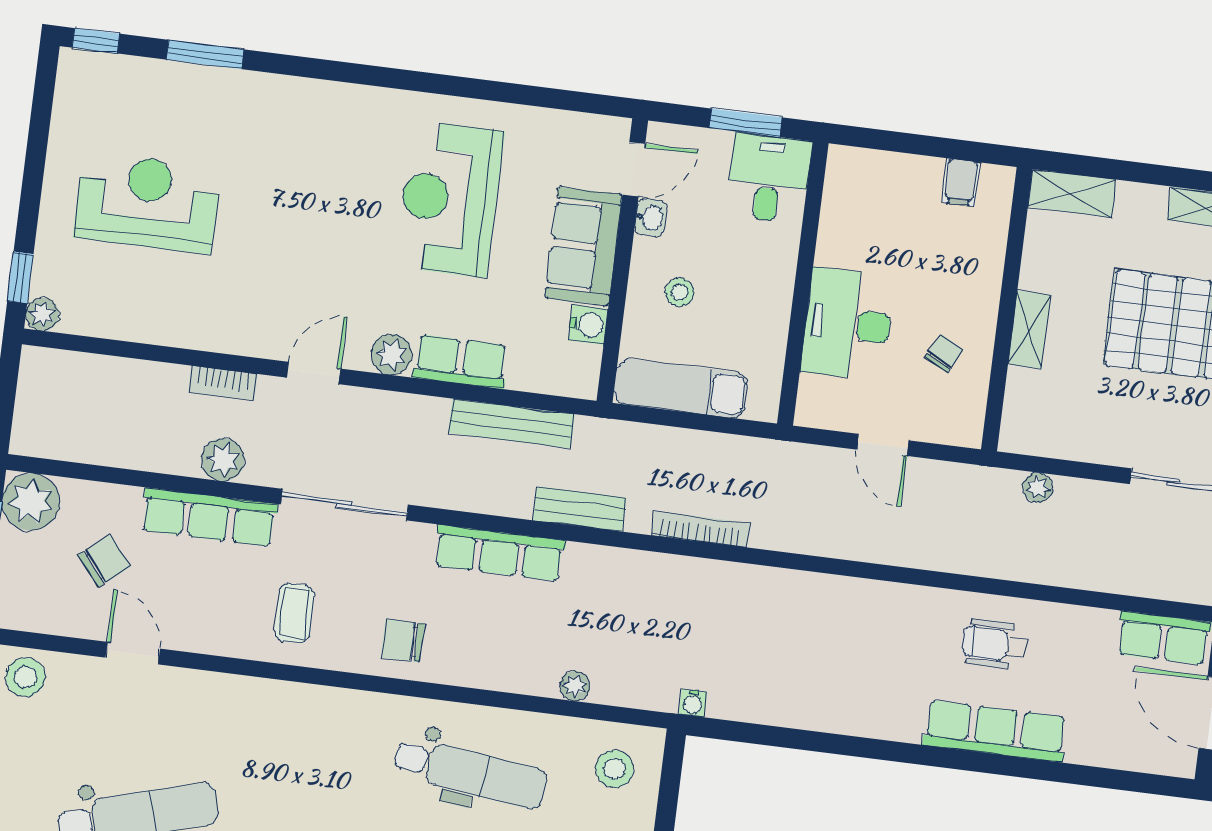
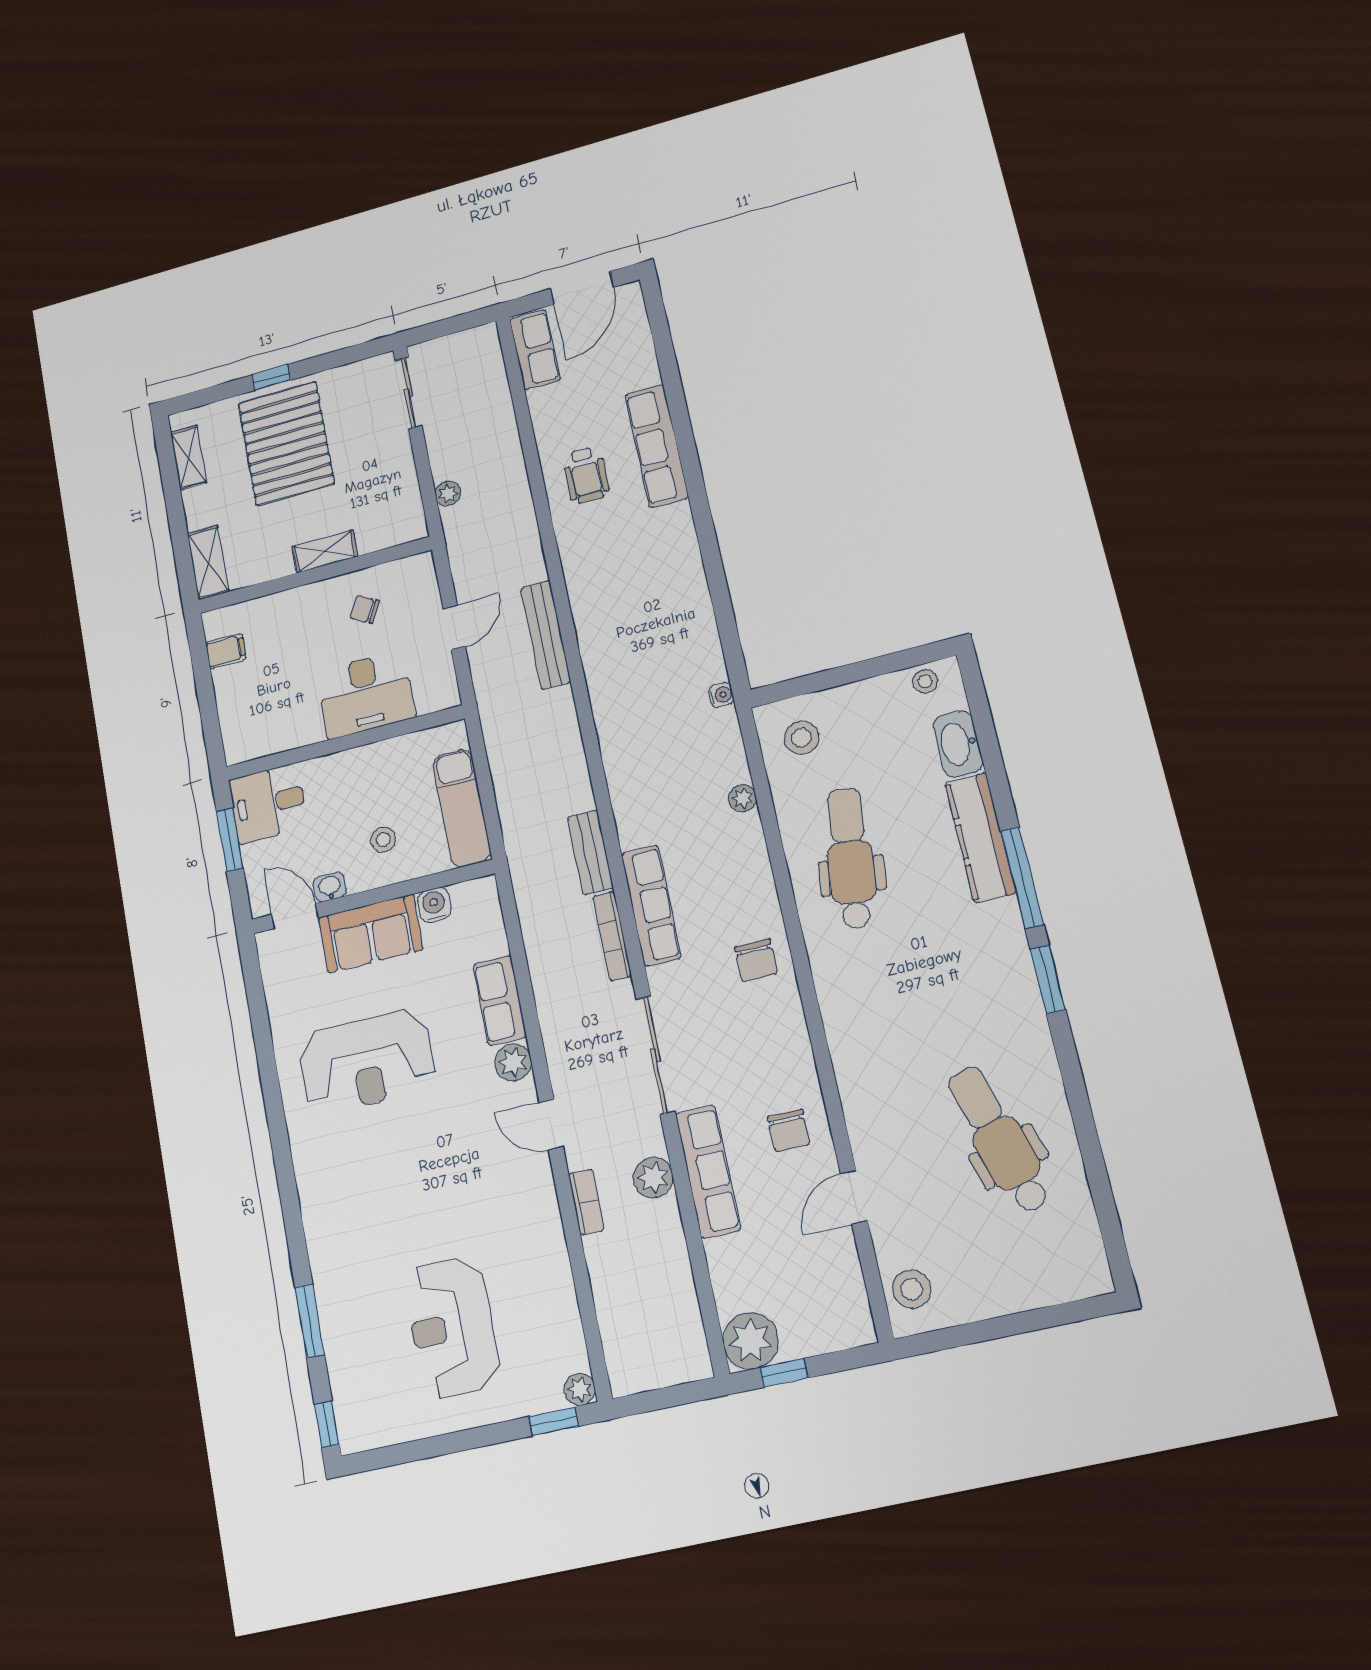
bench: (512, 423) -> (546, 635), moved
bookcase: (701, 529) -> (612, 936), moved
chair: (104, 561) -> (789, 1131), moved, turned -140
coffee table: (295, 613) -> (766, 1064), removed

